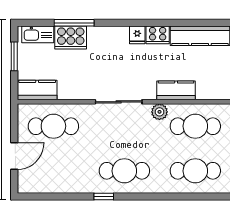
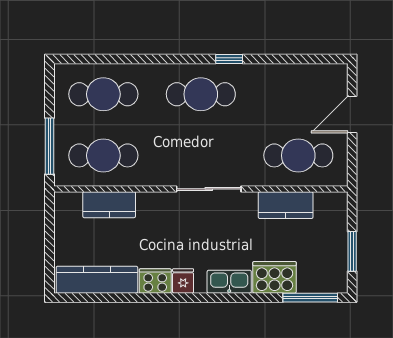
window: (74, 23) -> (310, 298), moved
kitchen sink: (38, 34) -> (229, 282), moved
kitchen counter: (37, 90) -> (286, 205), moved
kitchen counter: (176, 90) -> (109, 205), moved
plant: (159, 112) -> (153, 175), removed

